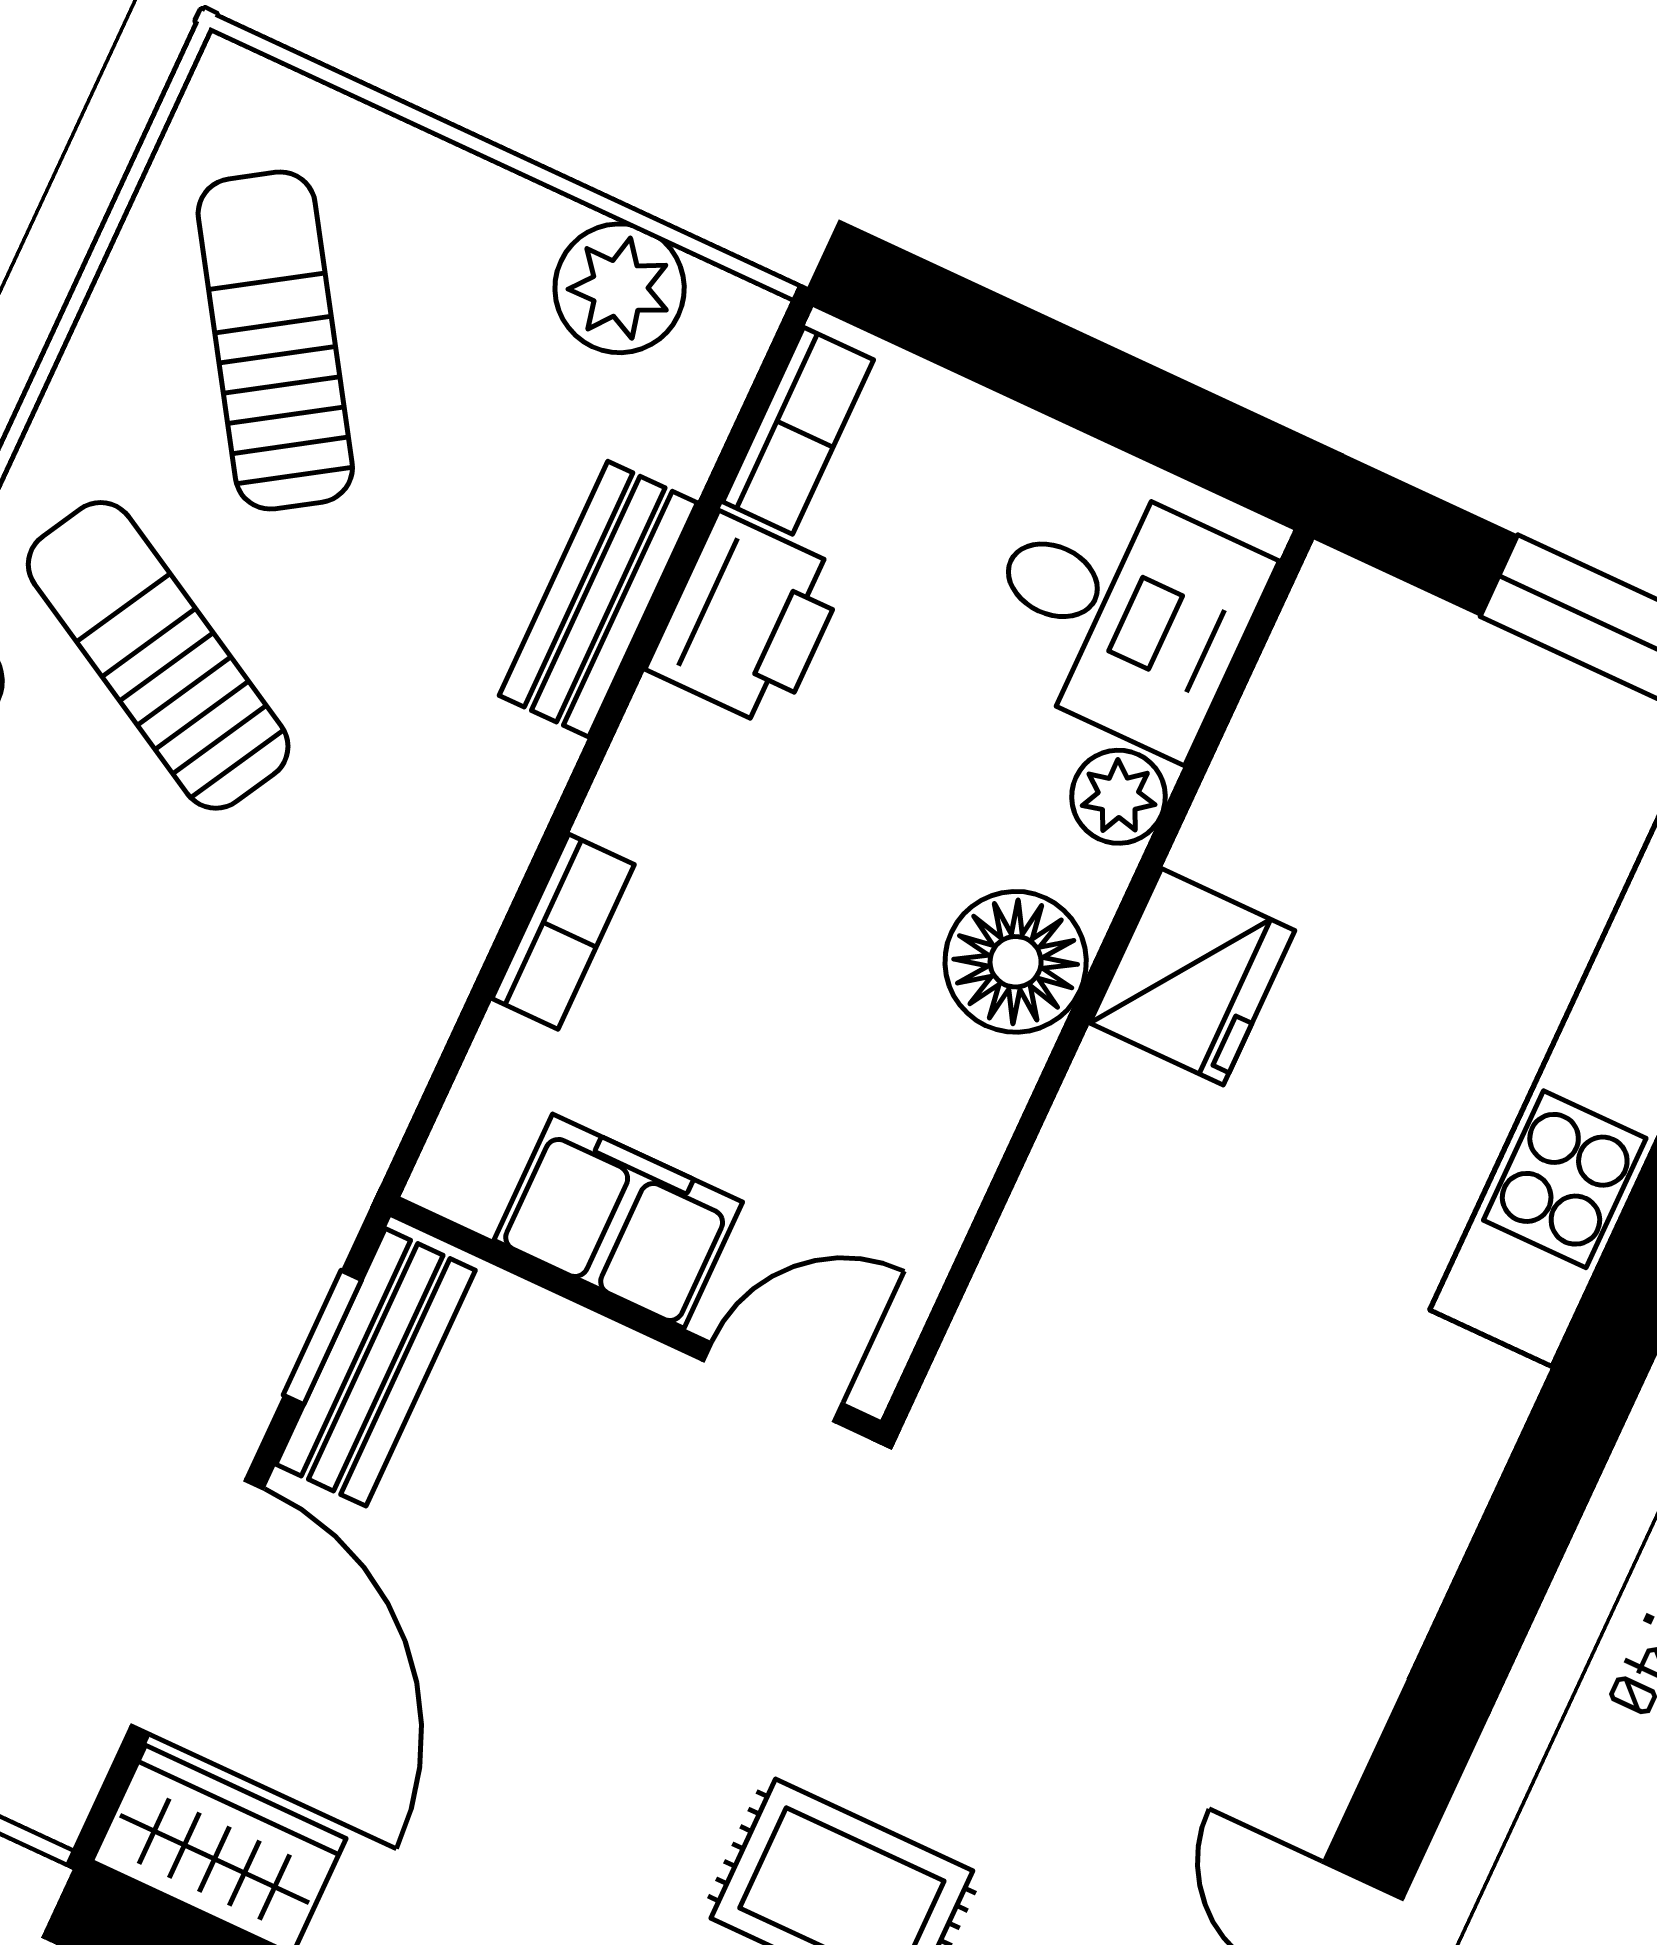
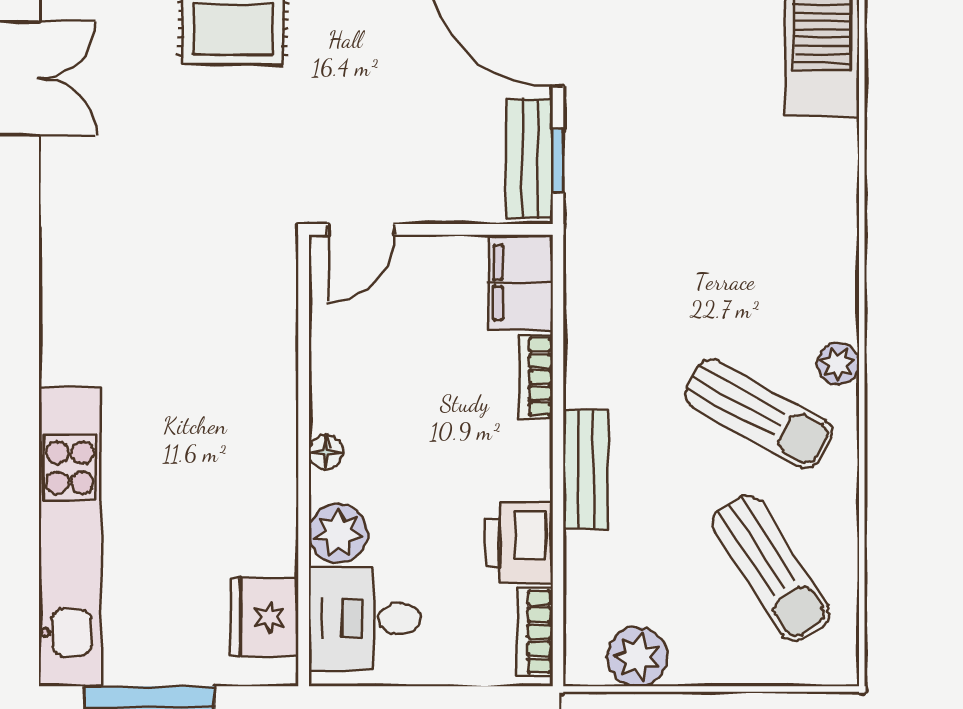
bench: (598, 599) -> (586, 469), moved
plant: (1119, 797) -> (338, 533), width x1.38, depth x1.38
floor lamp: (1016, 962) -> (326, 452), width x0.53, depth x0.53
fridge: (1192, 977) -> (265, 617), moved
filing cabinet: (618, 1221) -> (521, 283), moved, turned 90

